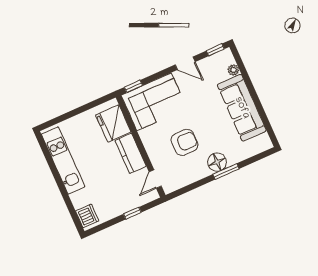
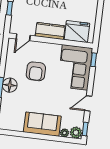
plant: (226, 58) -> (76, 133), added
sofa: (242, 108) -> (42, 124), width x0.73
door: (155, 179) -> (23, 37), swing flipped

